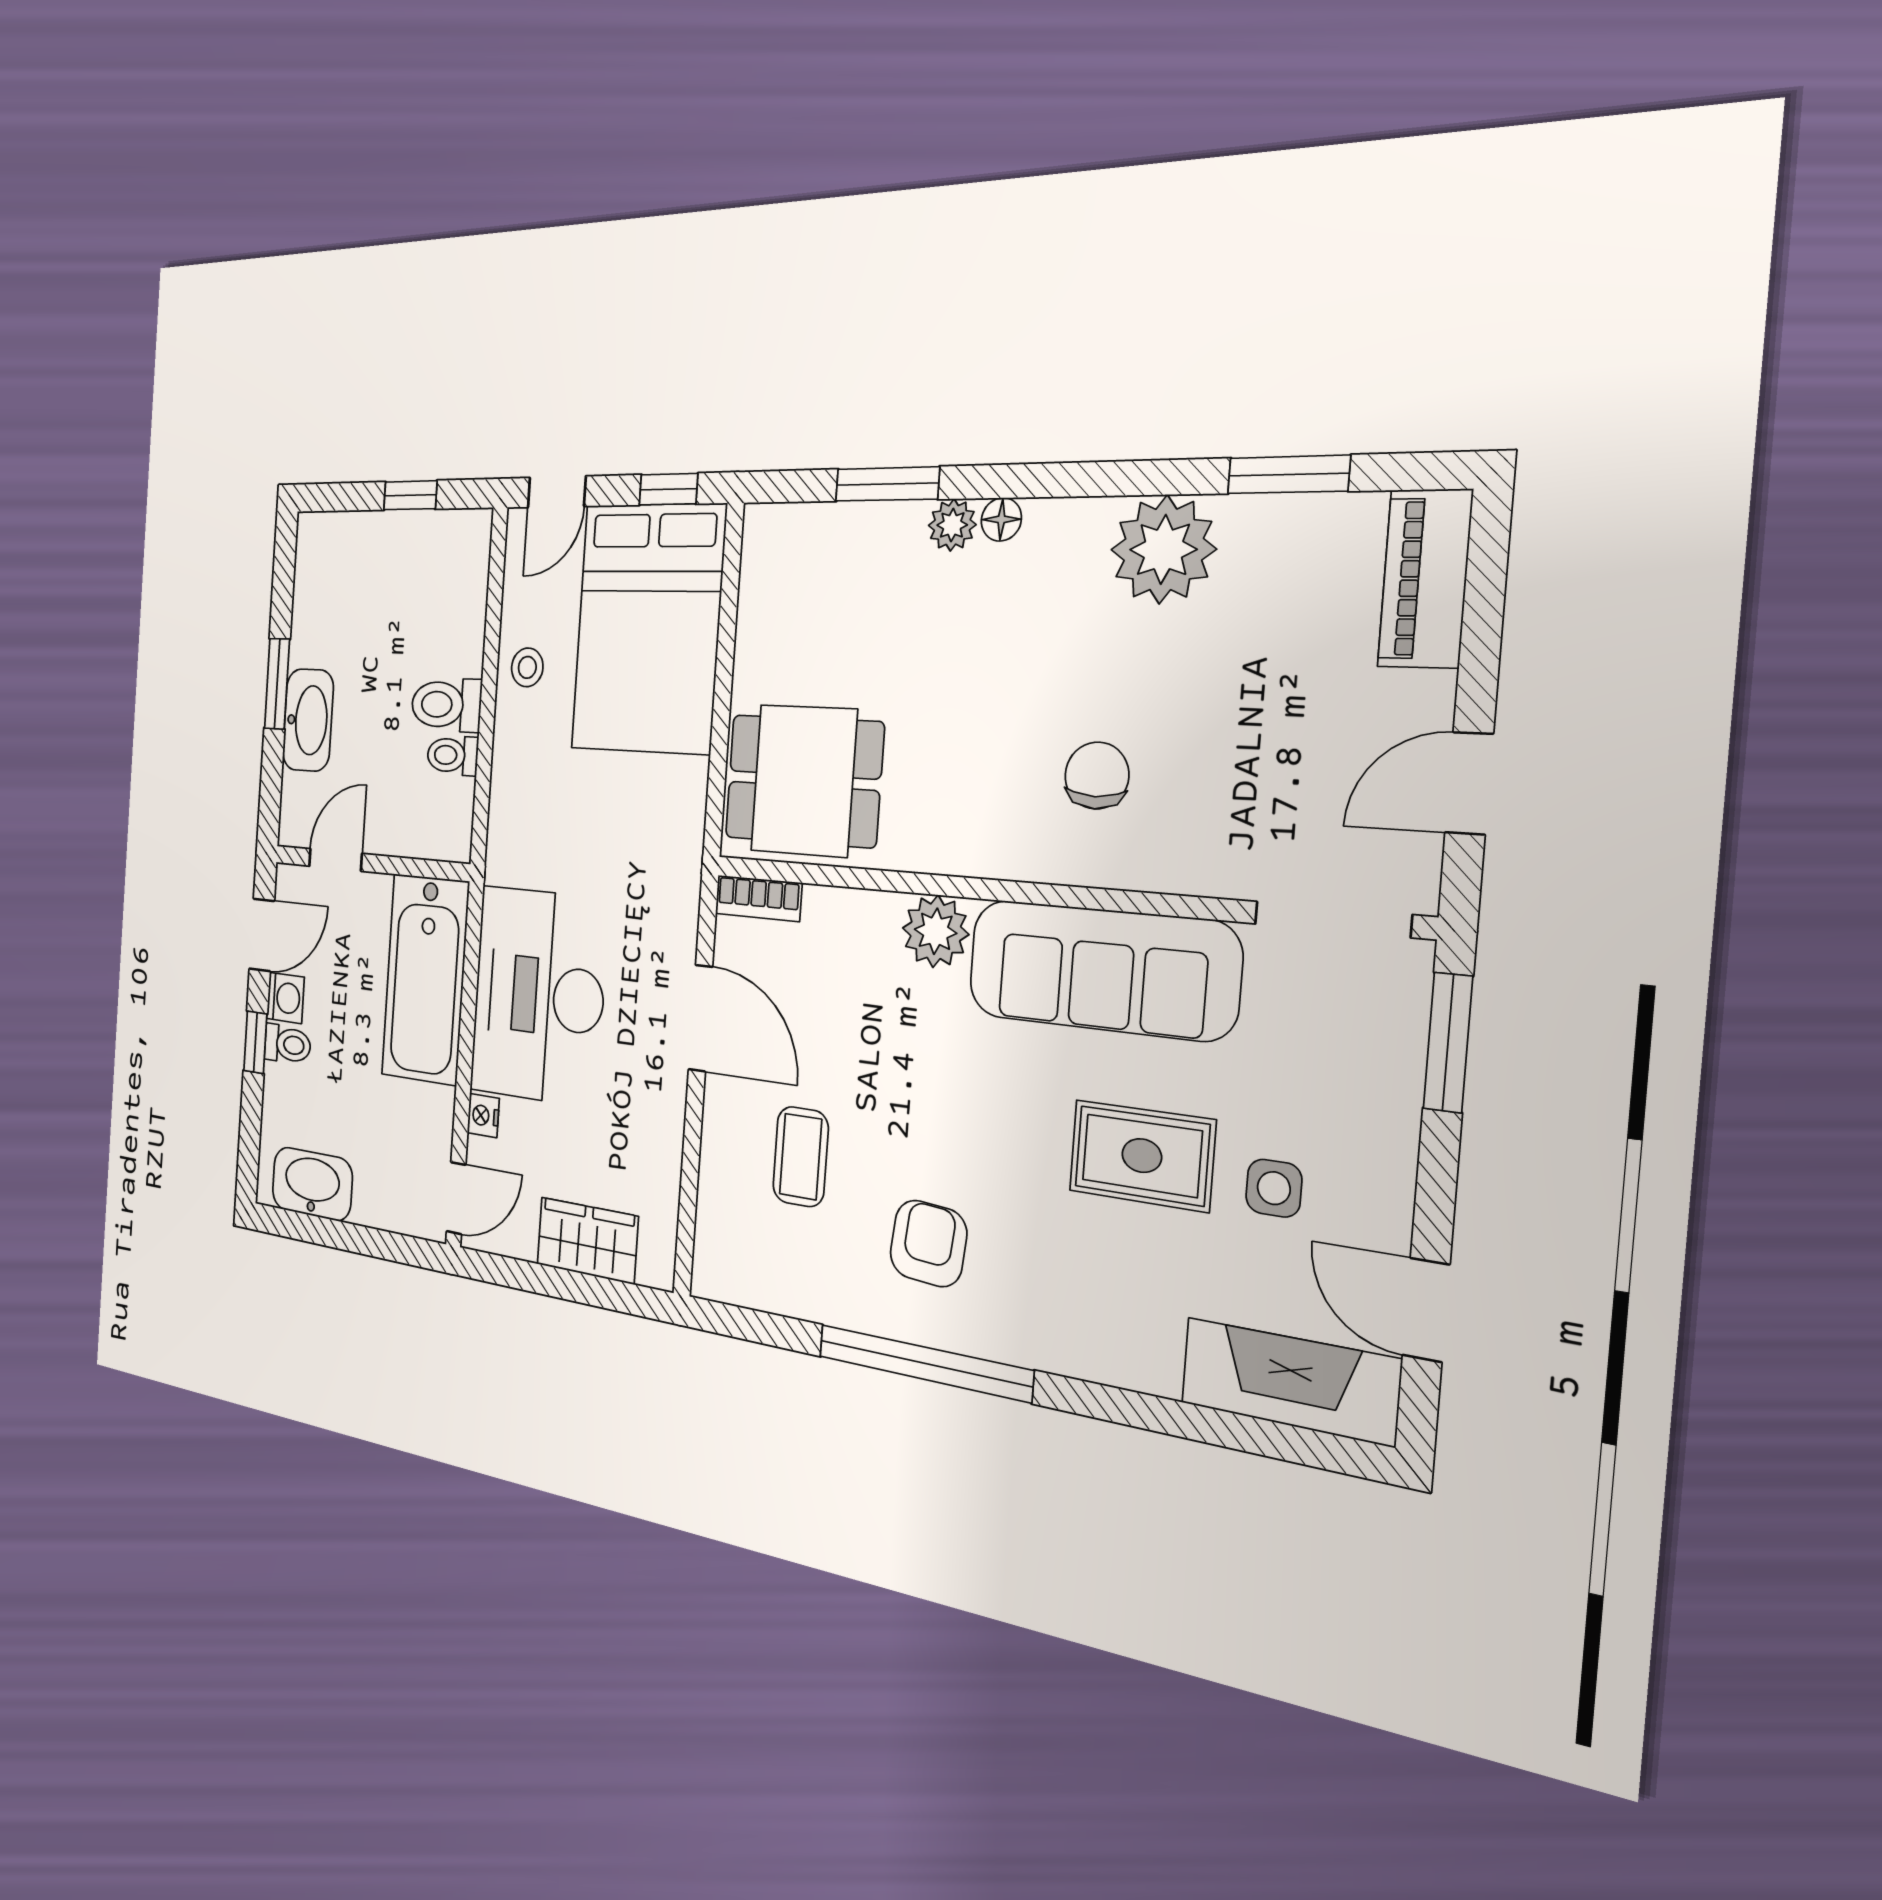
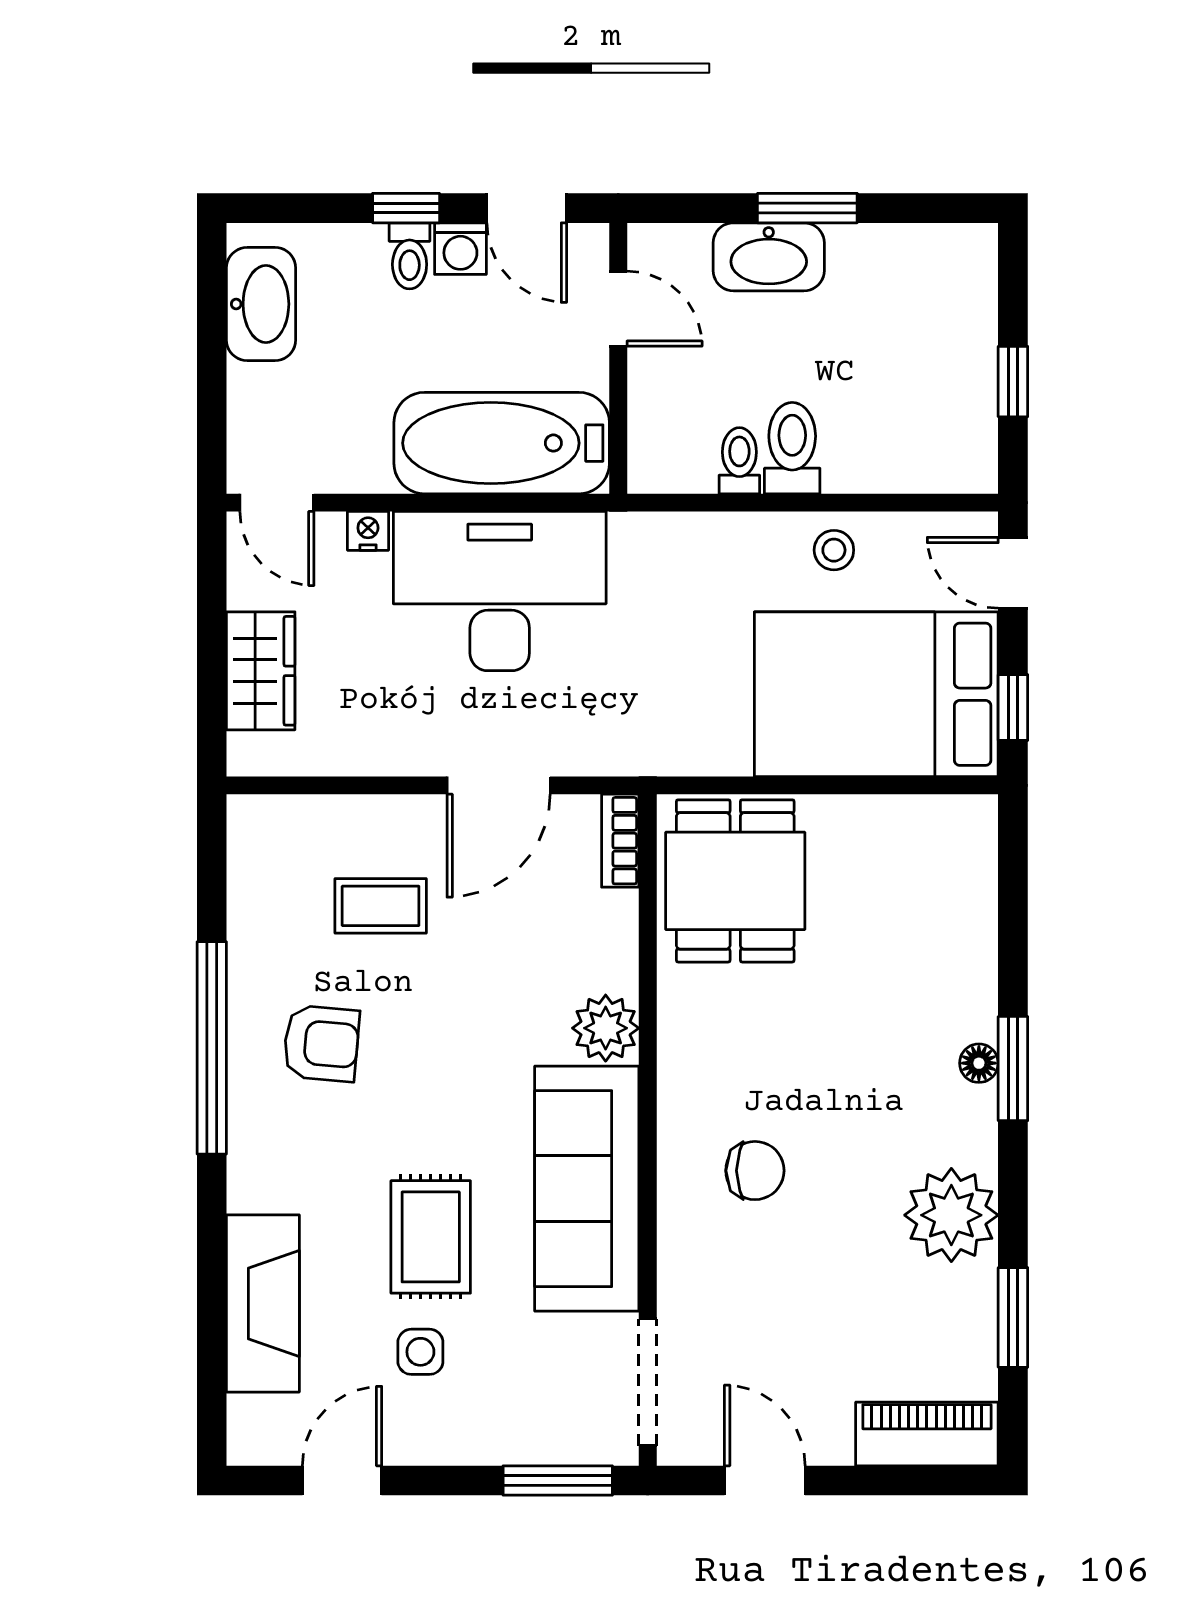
window: (887, 484) -> (1013, 1069), moved
plant: (952, 525) -> (974, 1015), removed
fireplace: (1289, 1381) -> (263, 1303), moved

